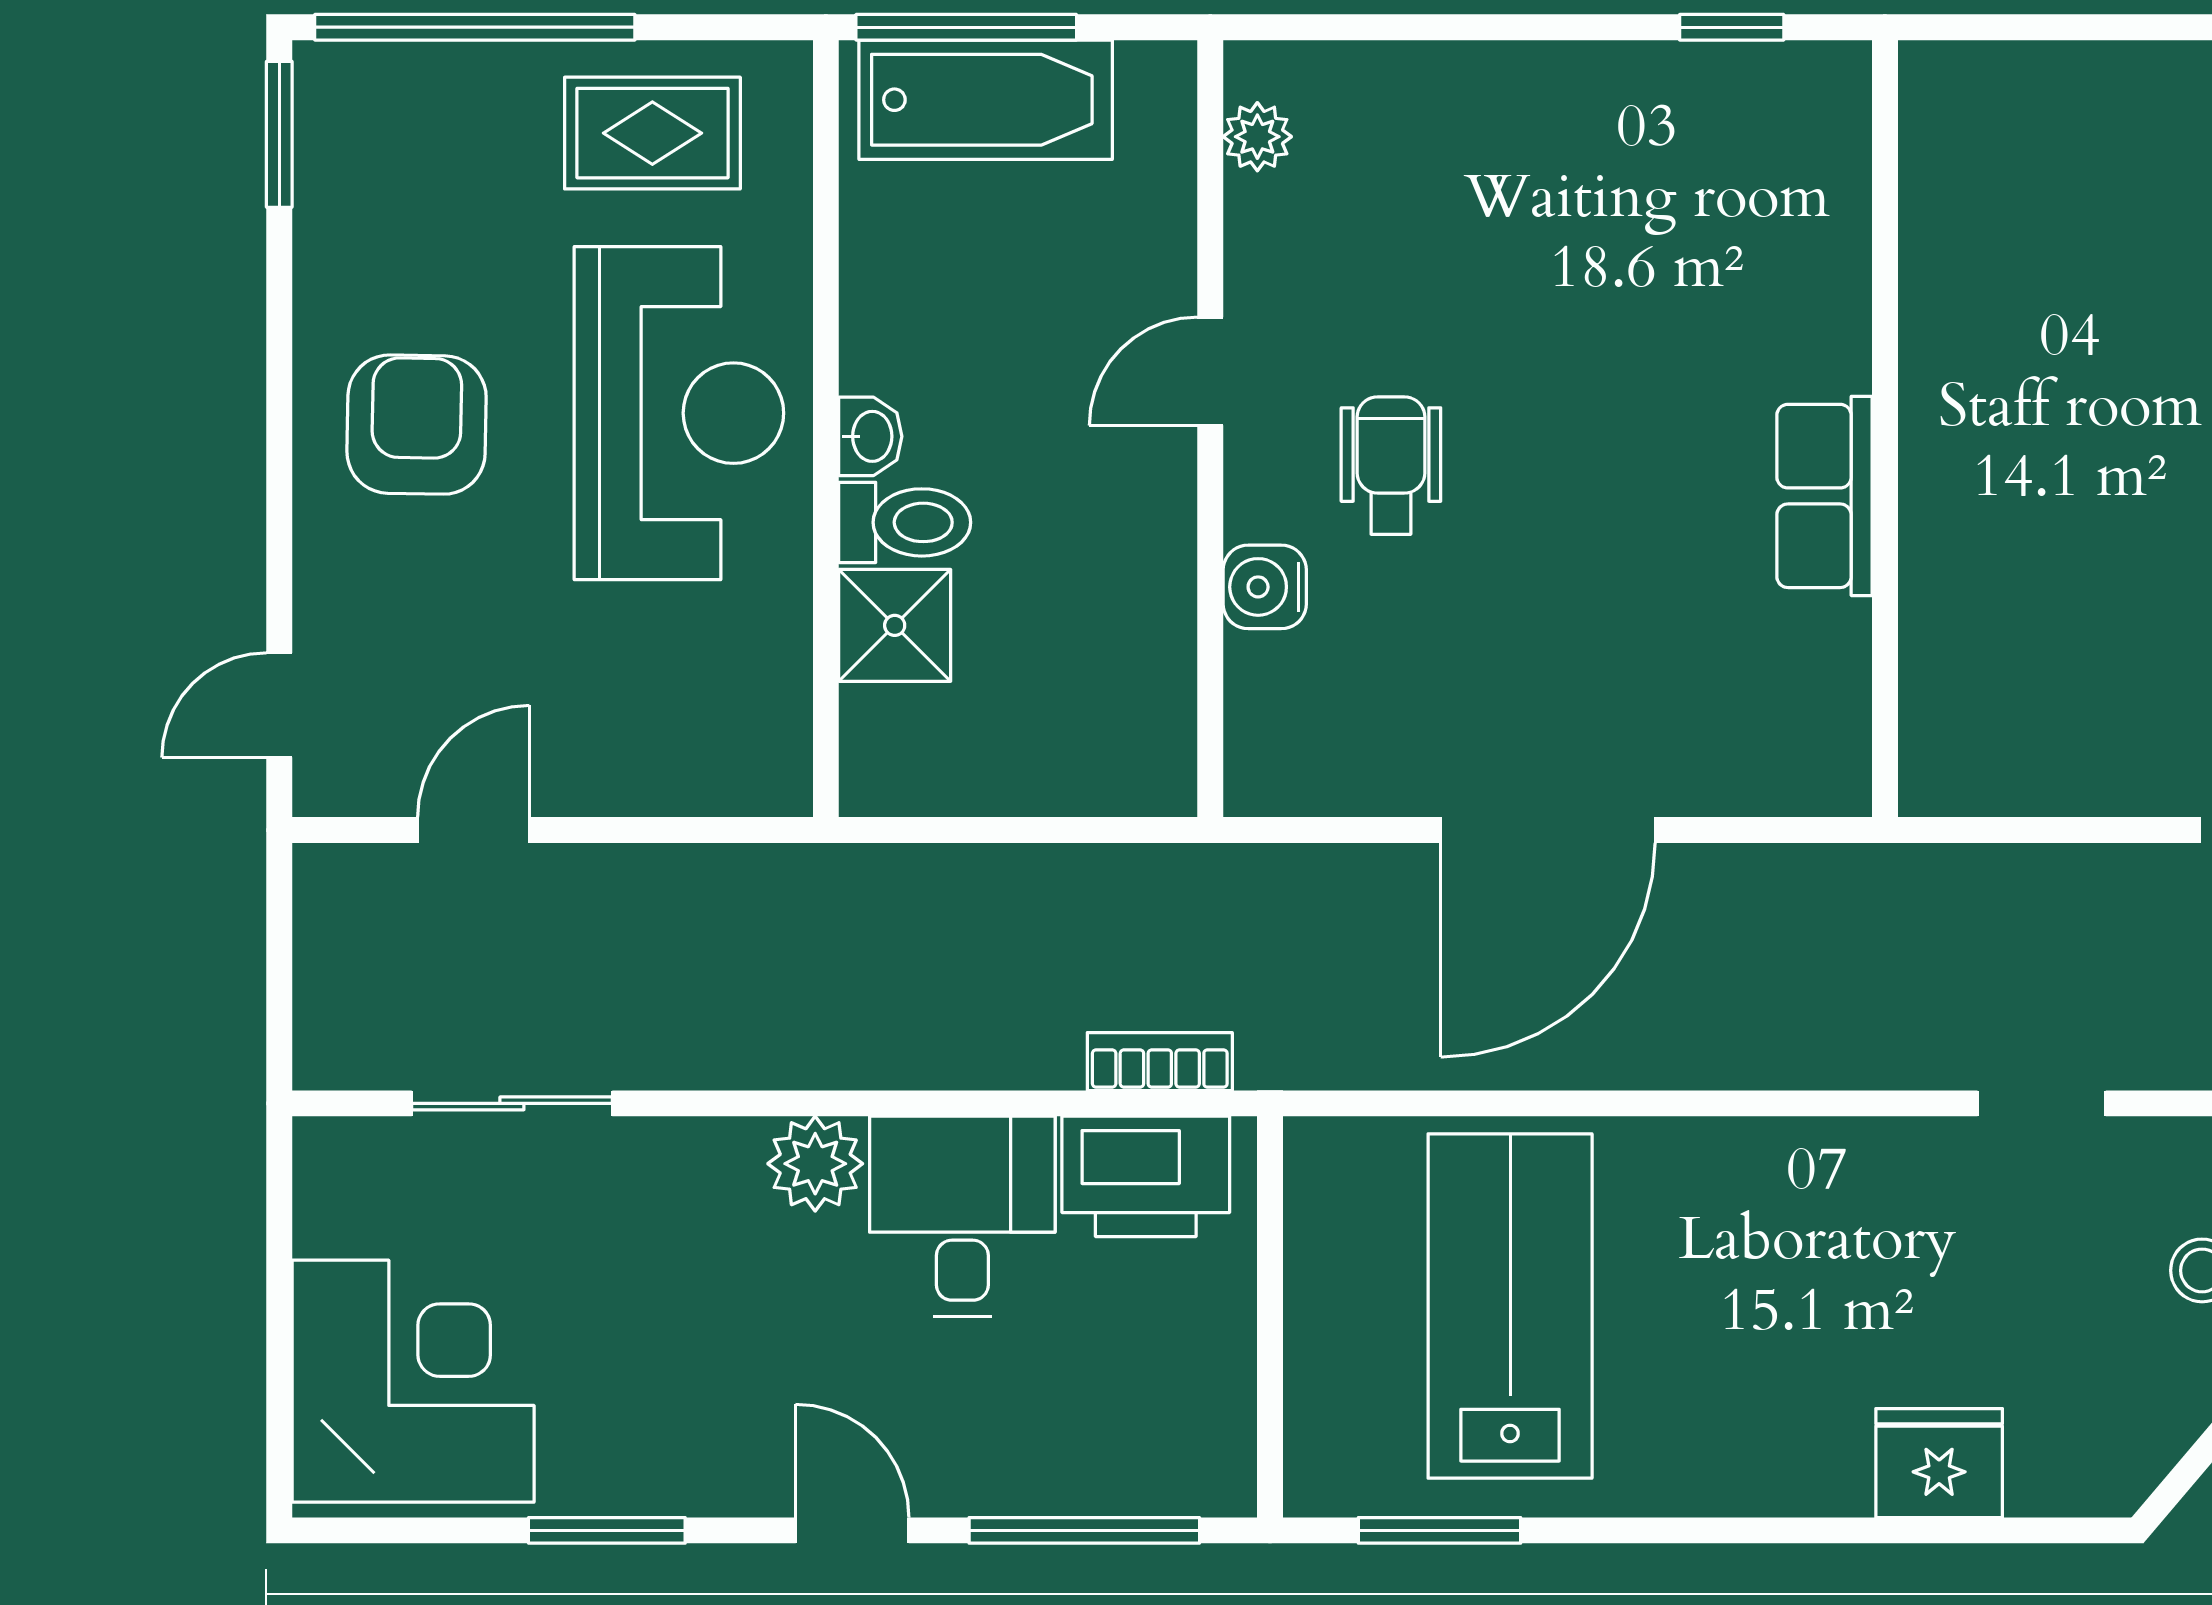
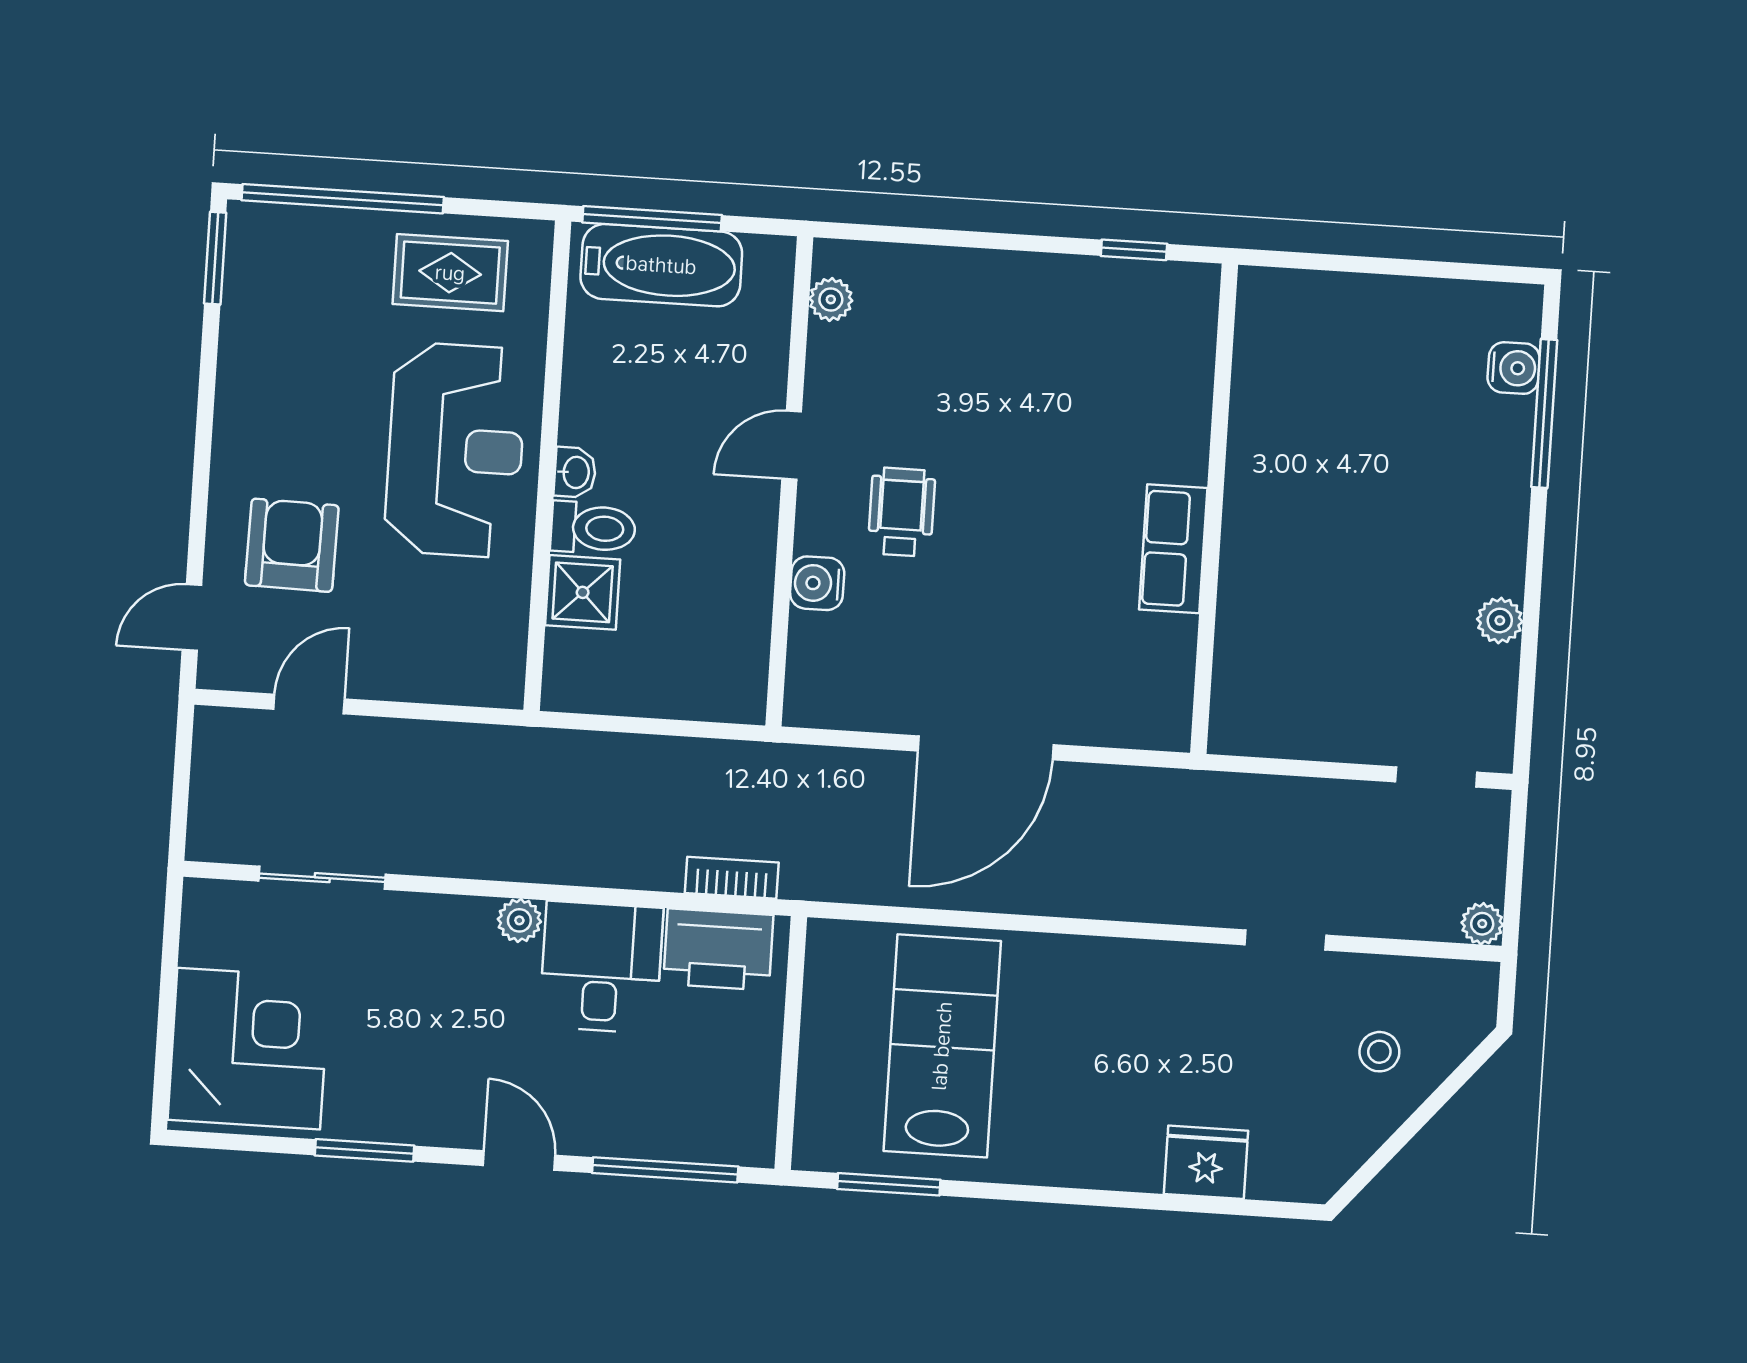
armchair: (417, 425) -> (292, 545), moved
plant: (815, 1164) -> (519, 920), width x0.73, depth x0.73

